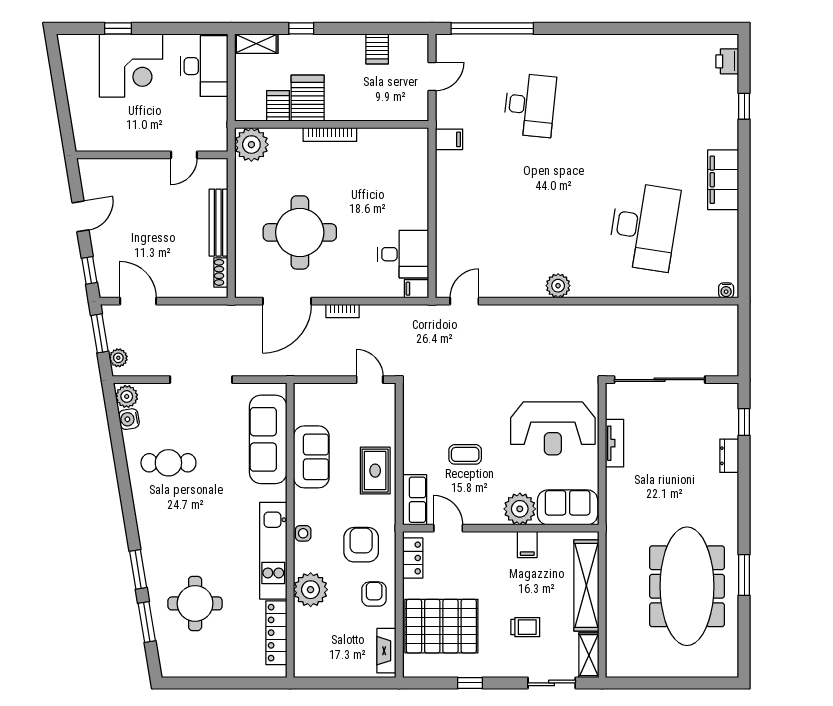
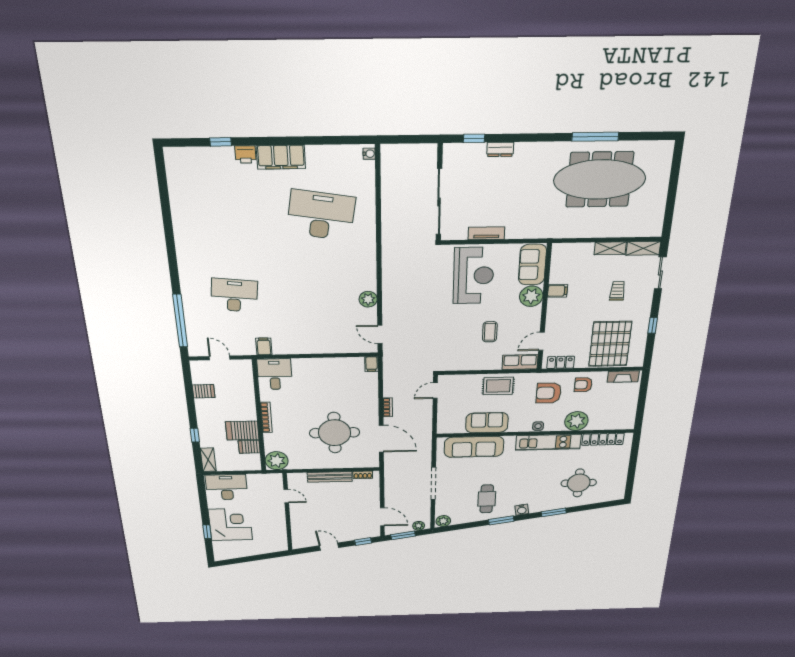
printer: (727, 61) -> (245, 155), moved
desk: (403, 254) -> (275, 374), moved
plant: (558, 286) -> (368, 299), moved
door: (138, 301) -> (382, 517), swing flipped
water cooler: (129, 419) -> (522, 510), moved
window: (744, 575) -> (595, 137), width x1.44
shelving: (586, 585) -> (610, 248), width x0.45, depth x0.75
window: (147, 622) -> (501, 520), moved

